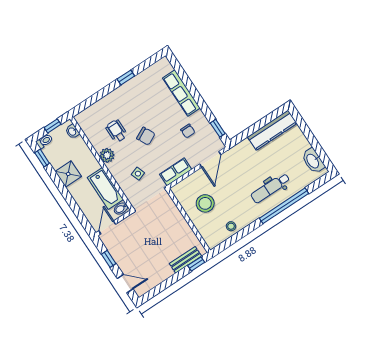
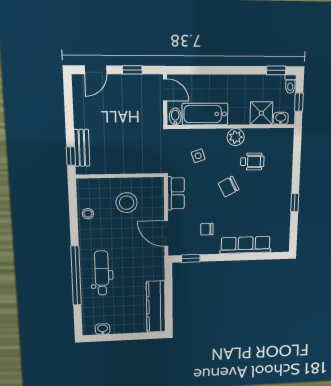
washbasin: (313, 161) -> (103, 329), width x0.52, depth x0.69
shower: (68, 174) -> (261, 113), moved

